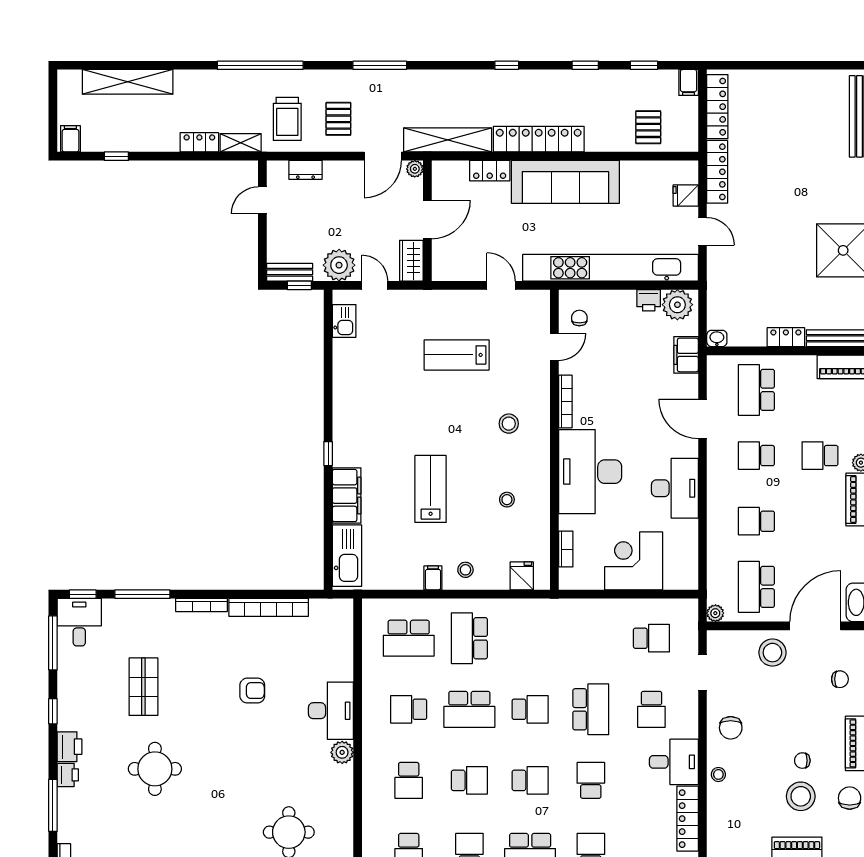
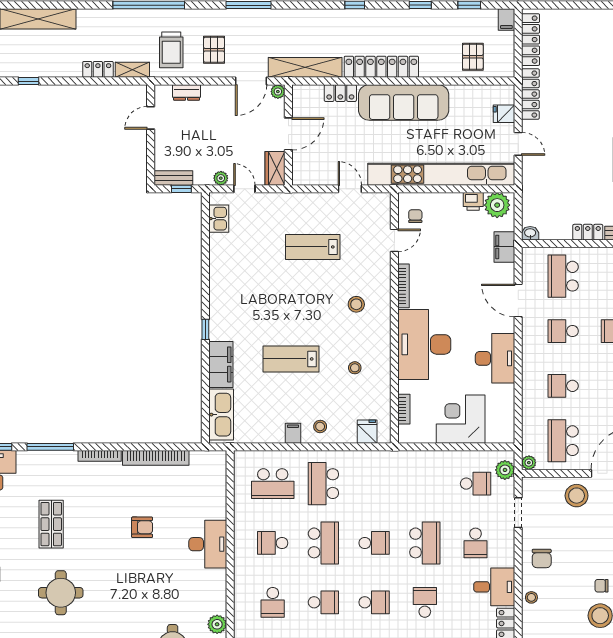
plant: (339, 265) -> (221, 178), width x0.53, depth x0.53
lab bench: (431, 489) -> (291, 359), turned -90
plant: (687, 622) -> (505, 470), added
school desk: (469, 709) -> (323, 543), turned -90
plant: (342, 752) -> (217, 624), moved

